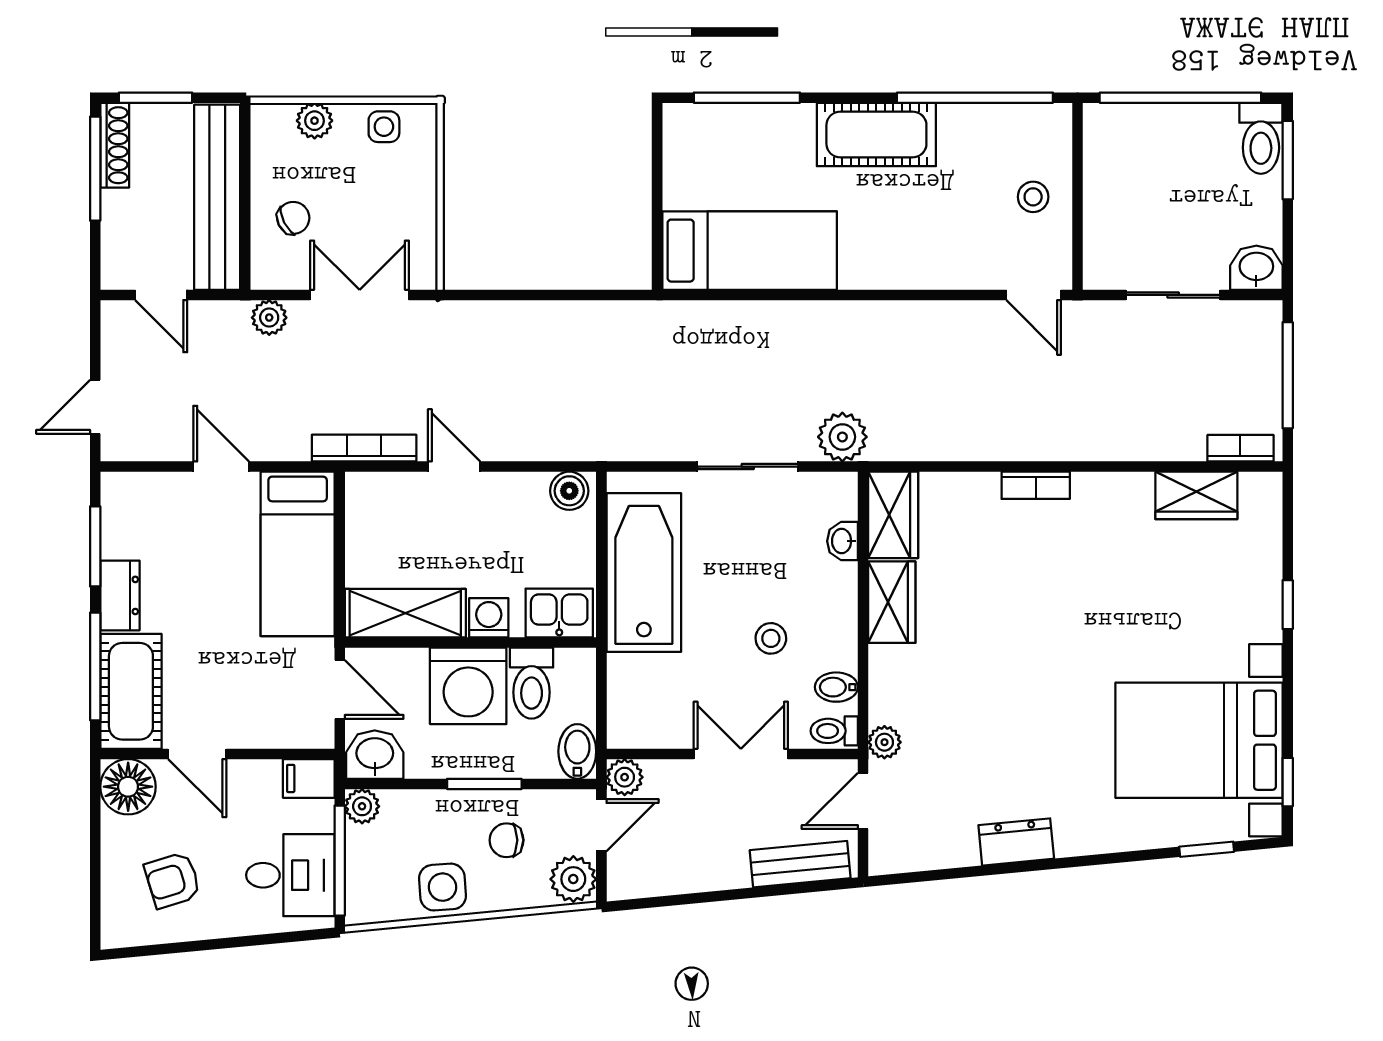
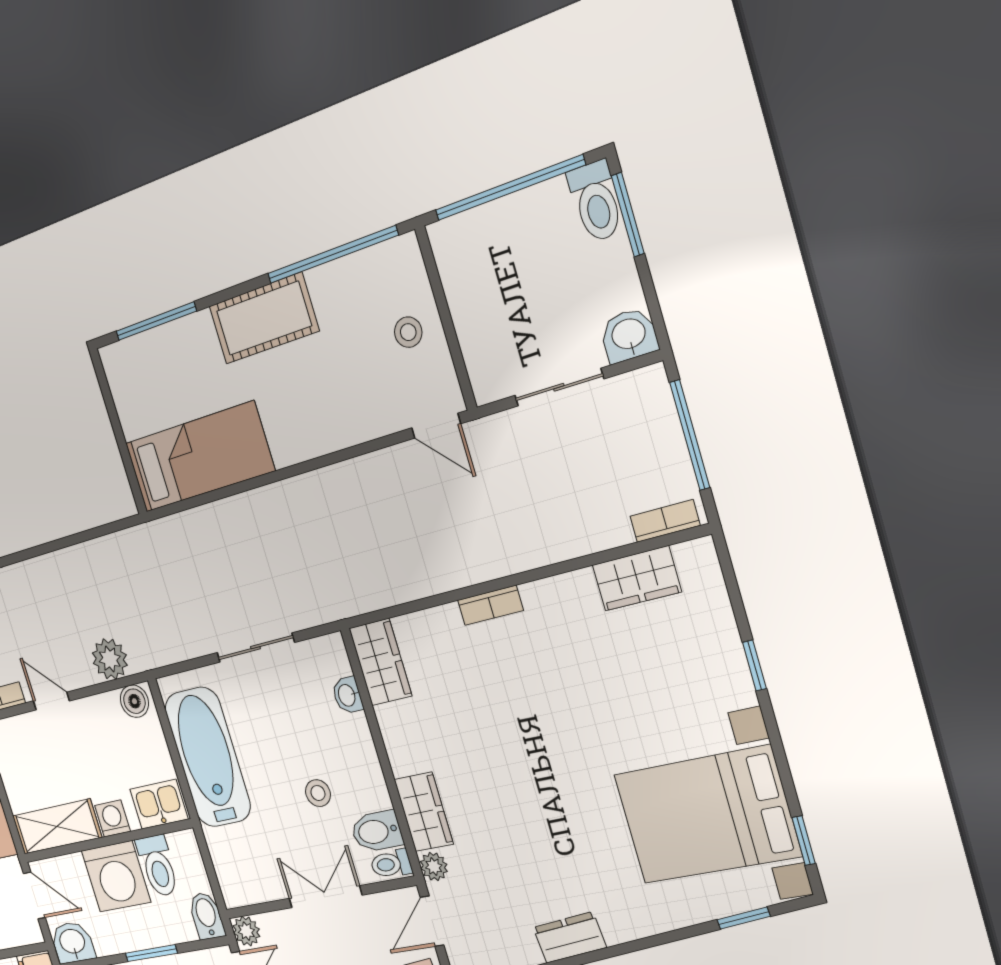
plant: (842, 437) -> (110, 659), moved
wardrobe: (892, 602) -> (424, 812), moved
bidet: (836, 687) -> (377, 831), width x1.38, depth x1.36

